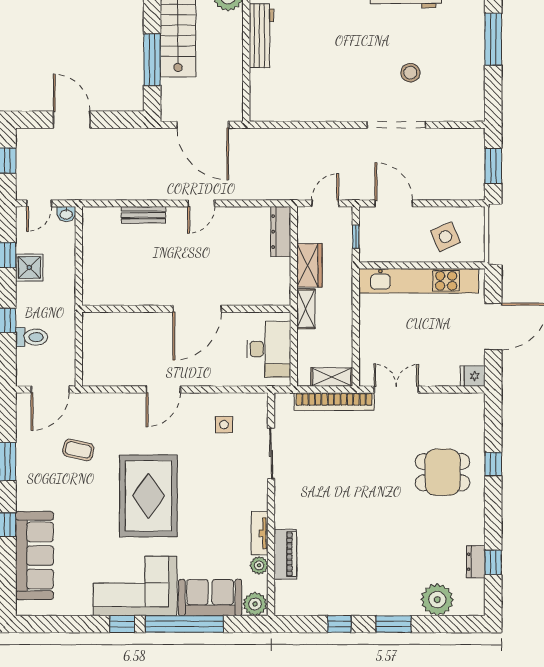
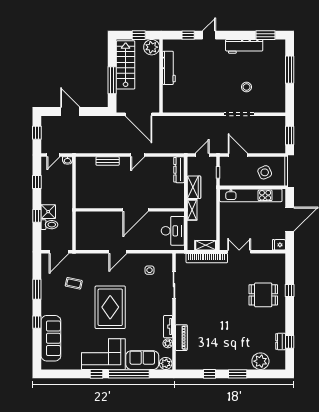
shower: (29, 267) -> (48, 212), moved

